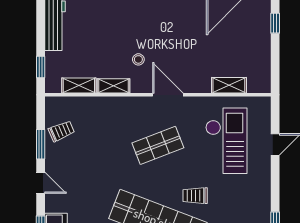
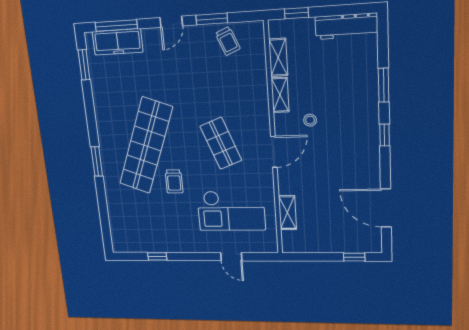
trolley: (195, 196) -> (174, 181), turned 180

